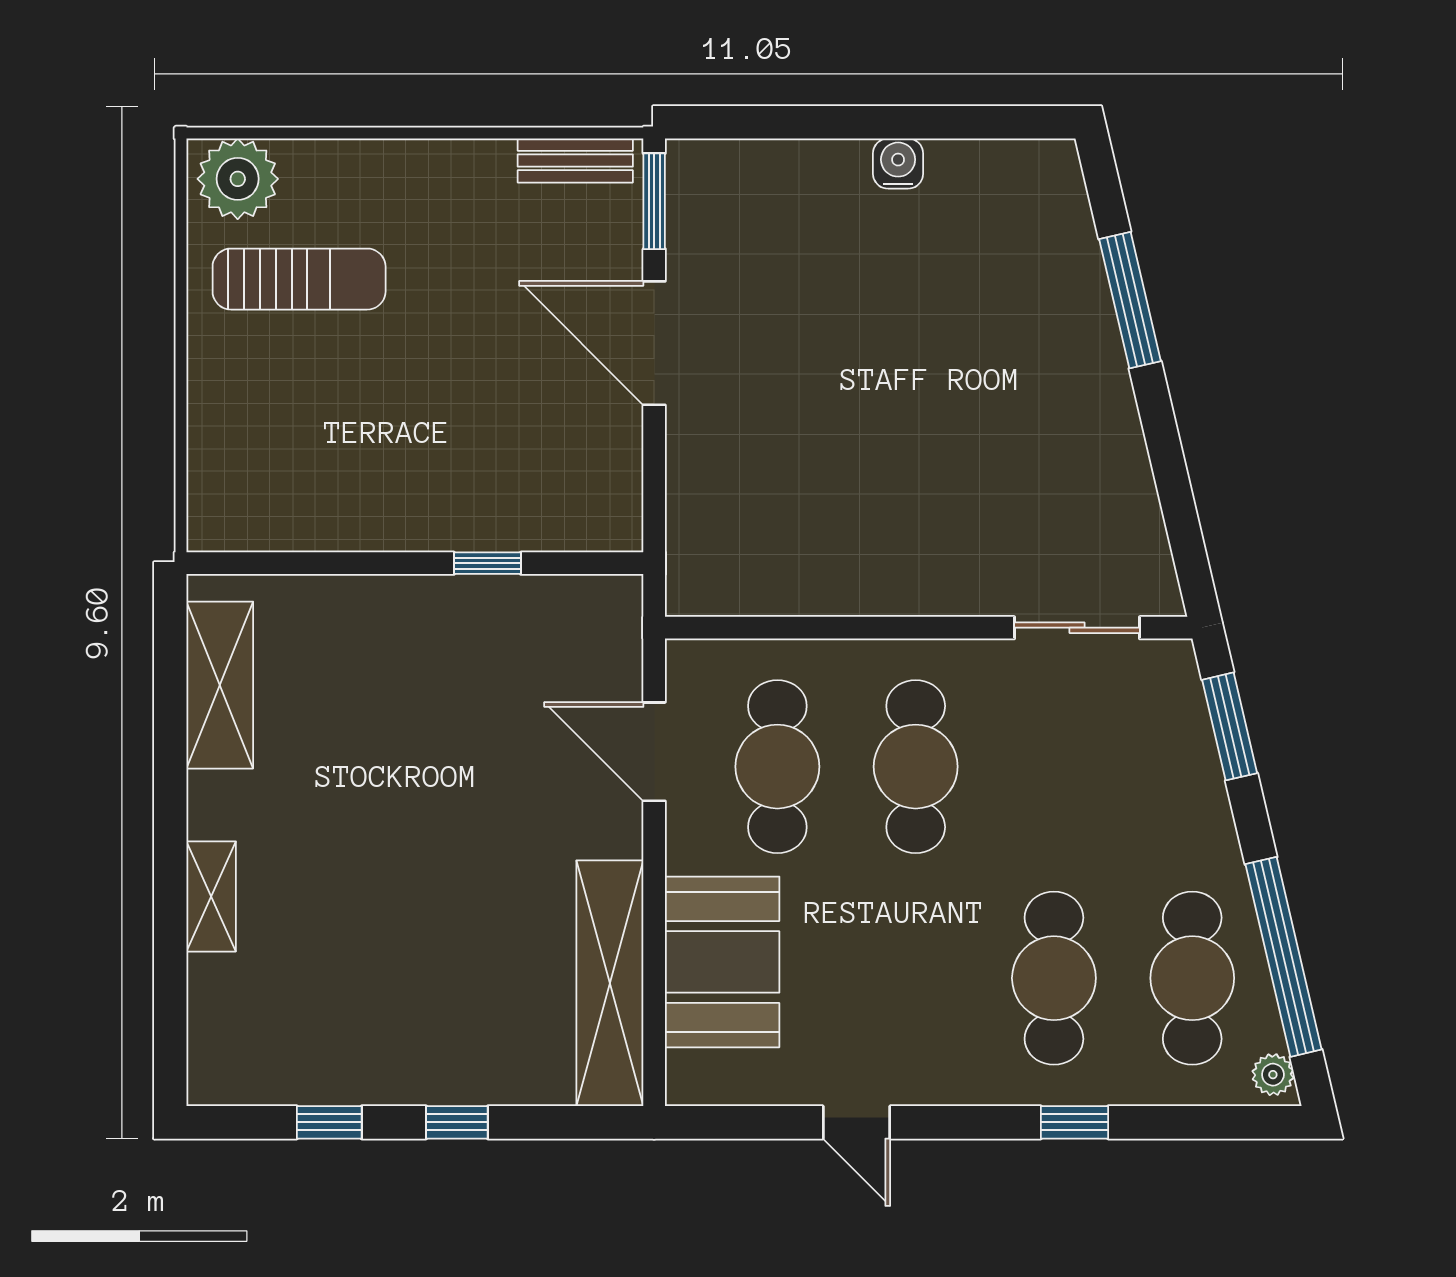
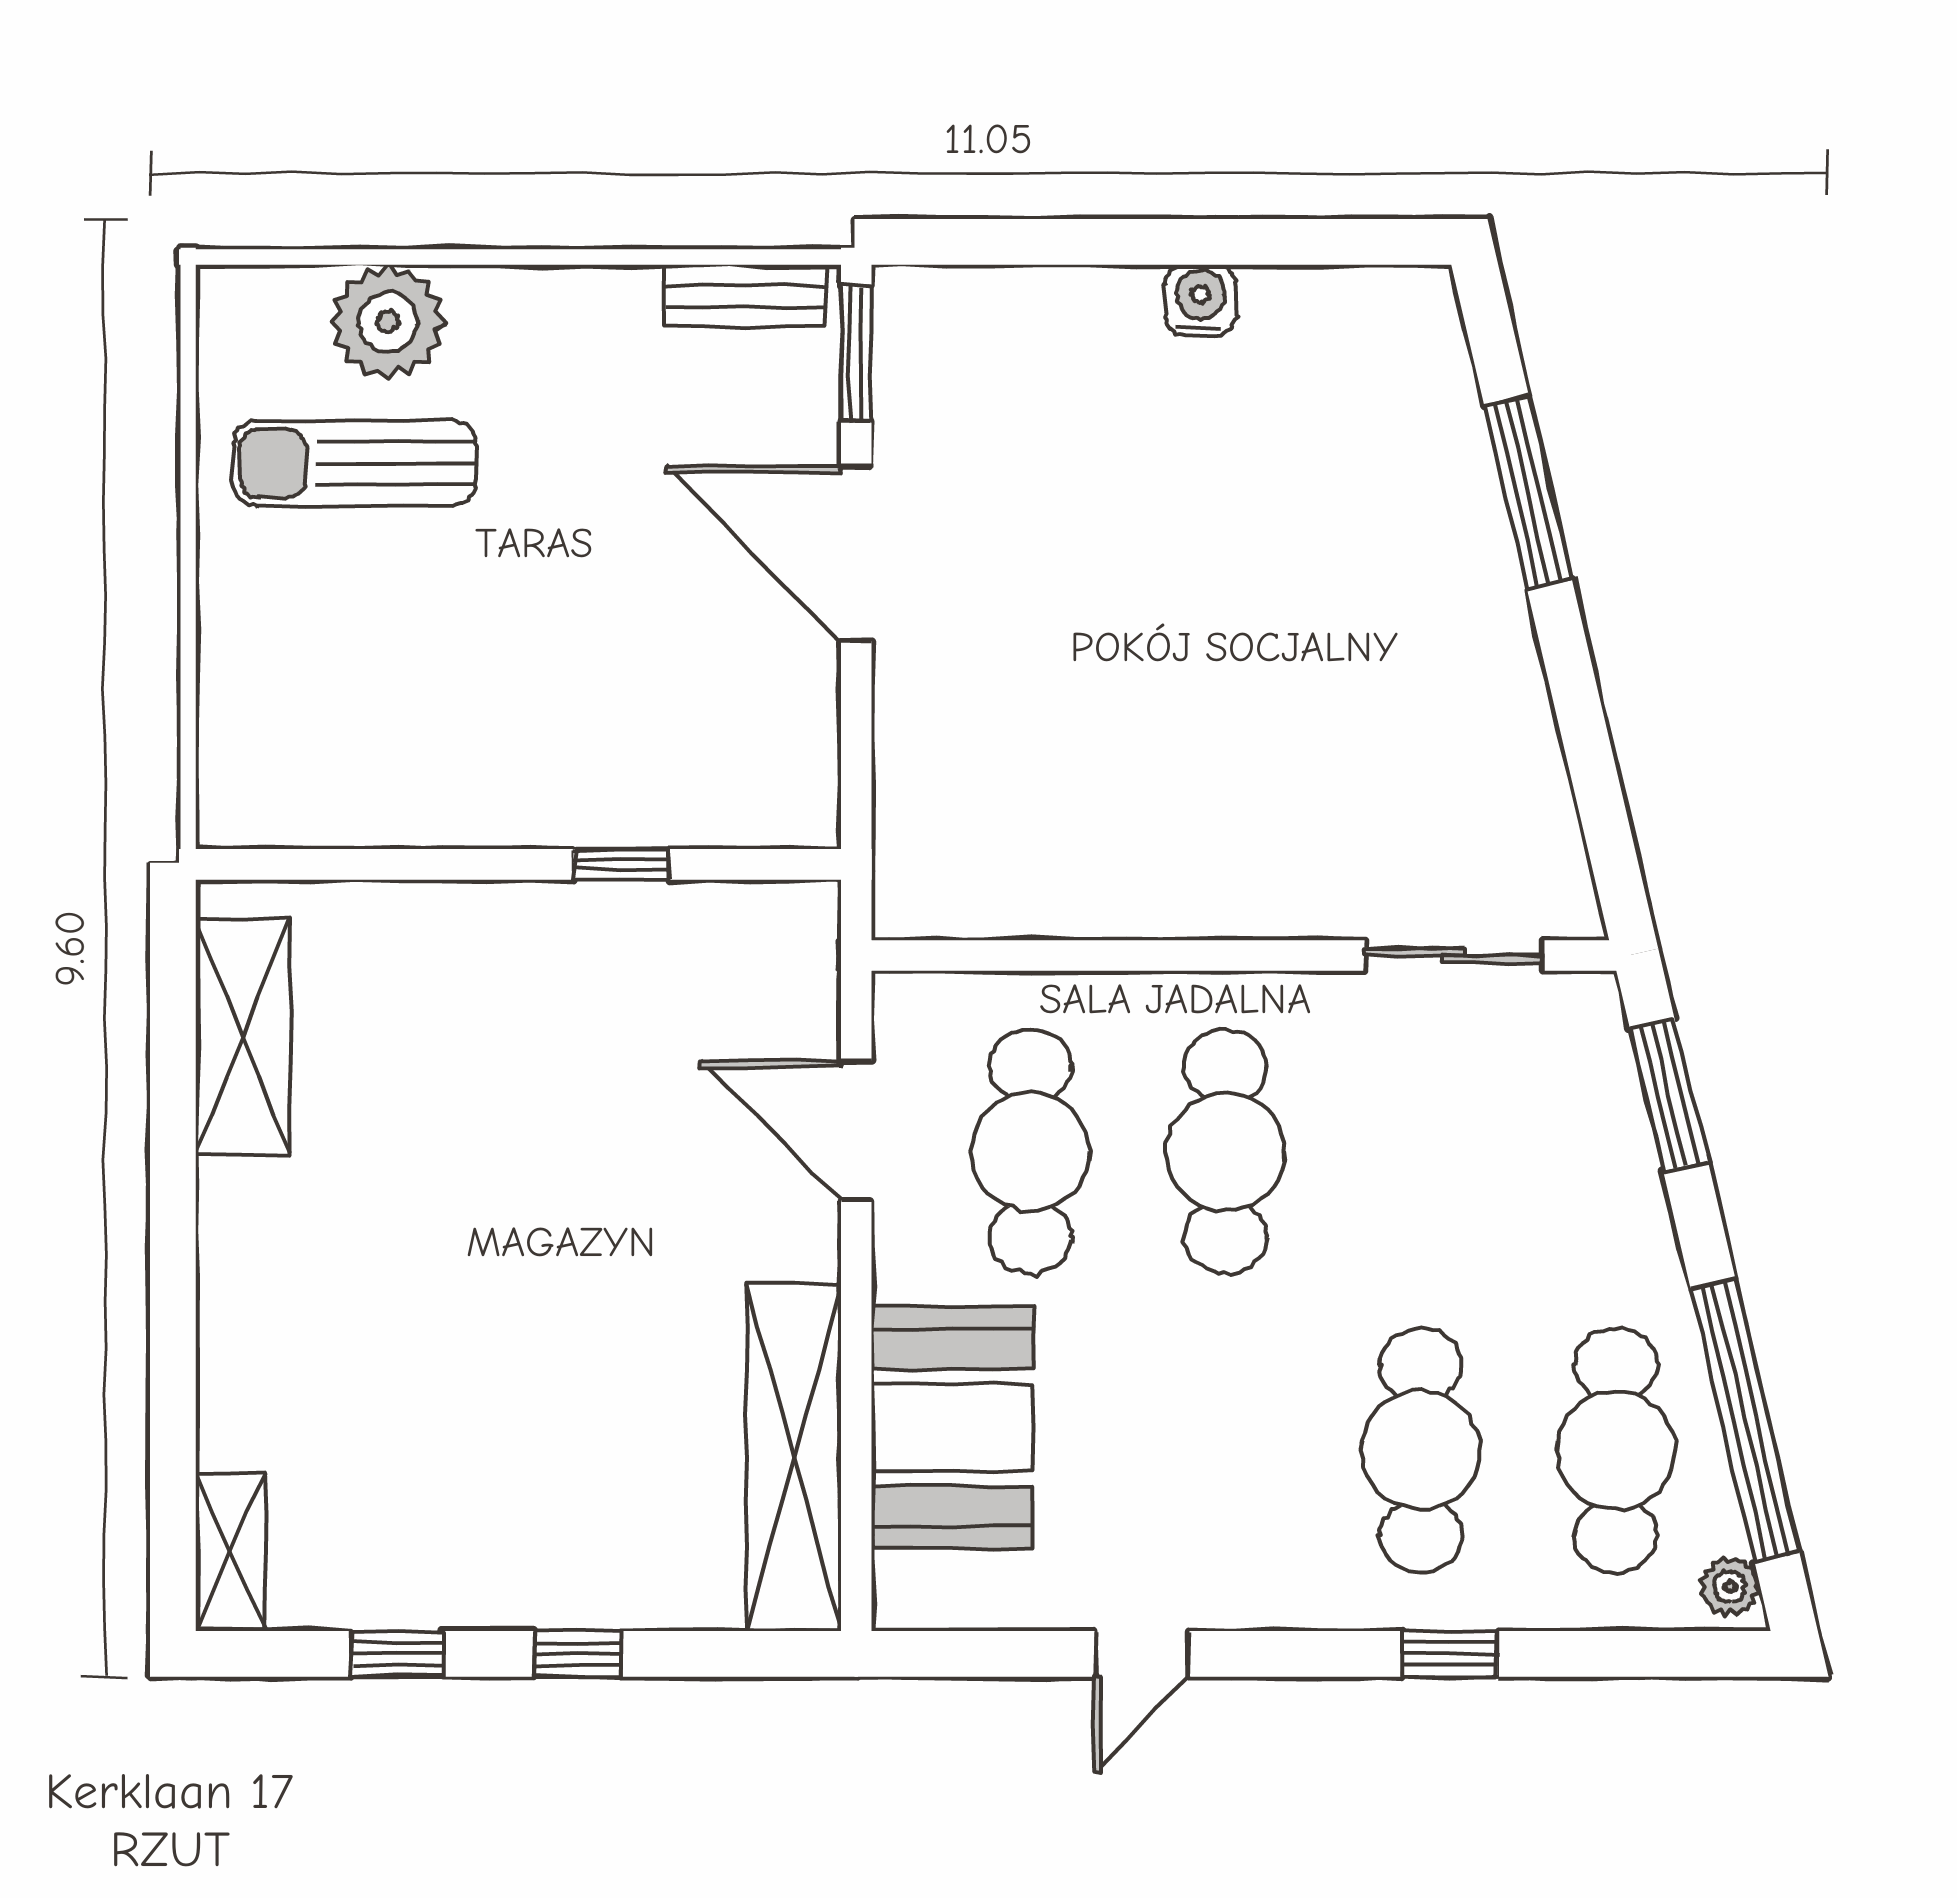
plant: (238, 179) -> (388, 322), moved
sun lounger: (299, 279) -> (355, 463), turned 180
shelving: (211, 896) -> (231, 1551), moved
door: (856, 1122) -> (1142, 1654), hinge flipped

